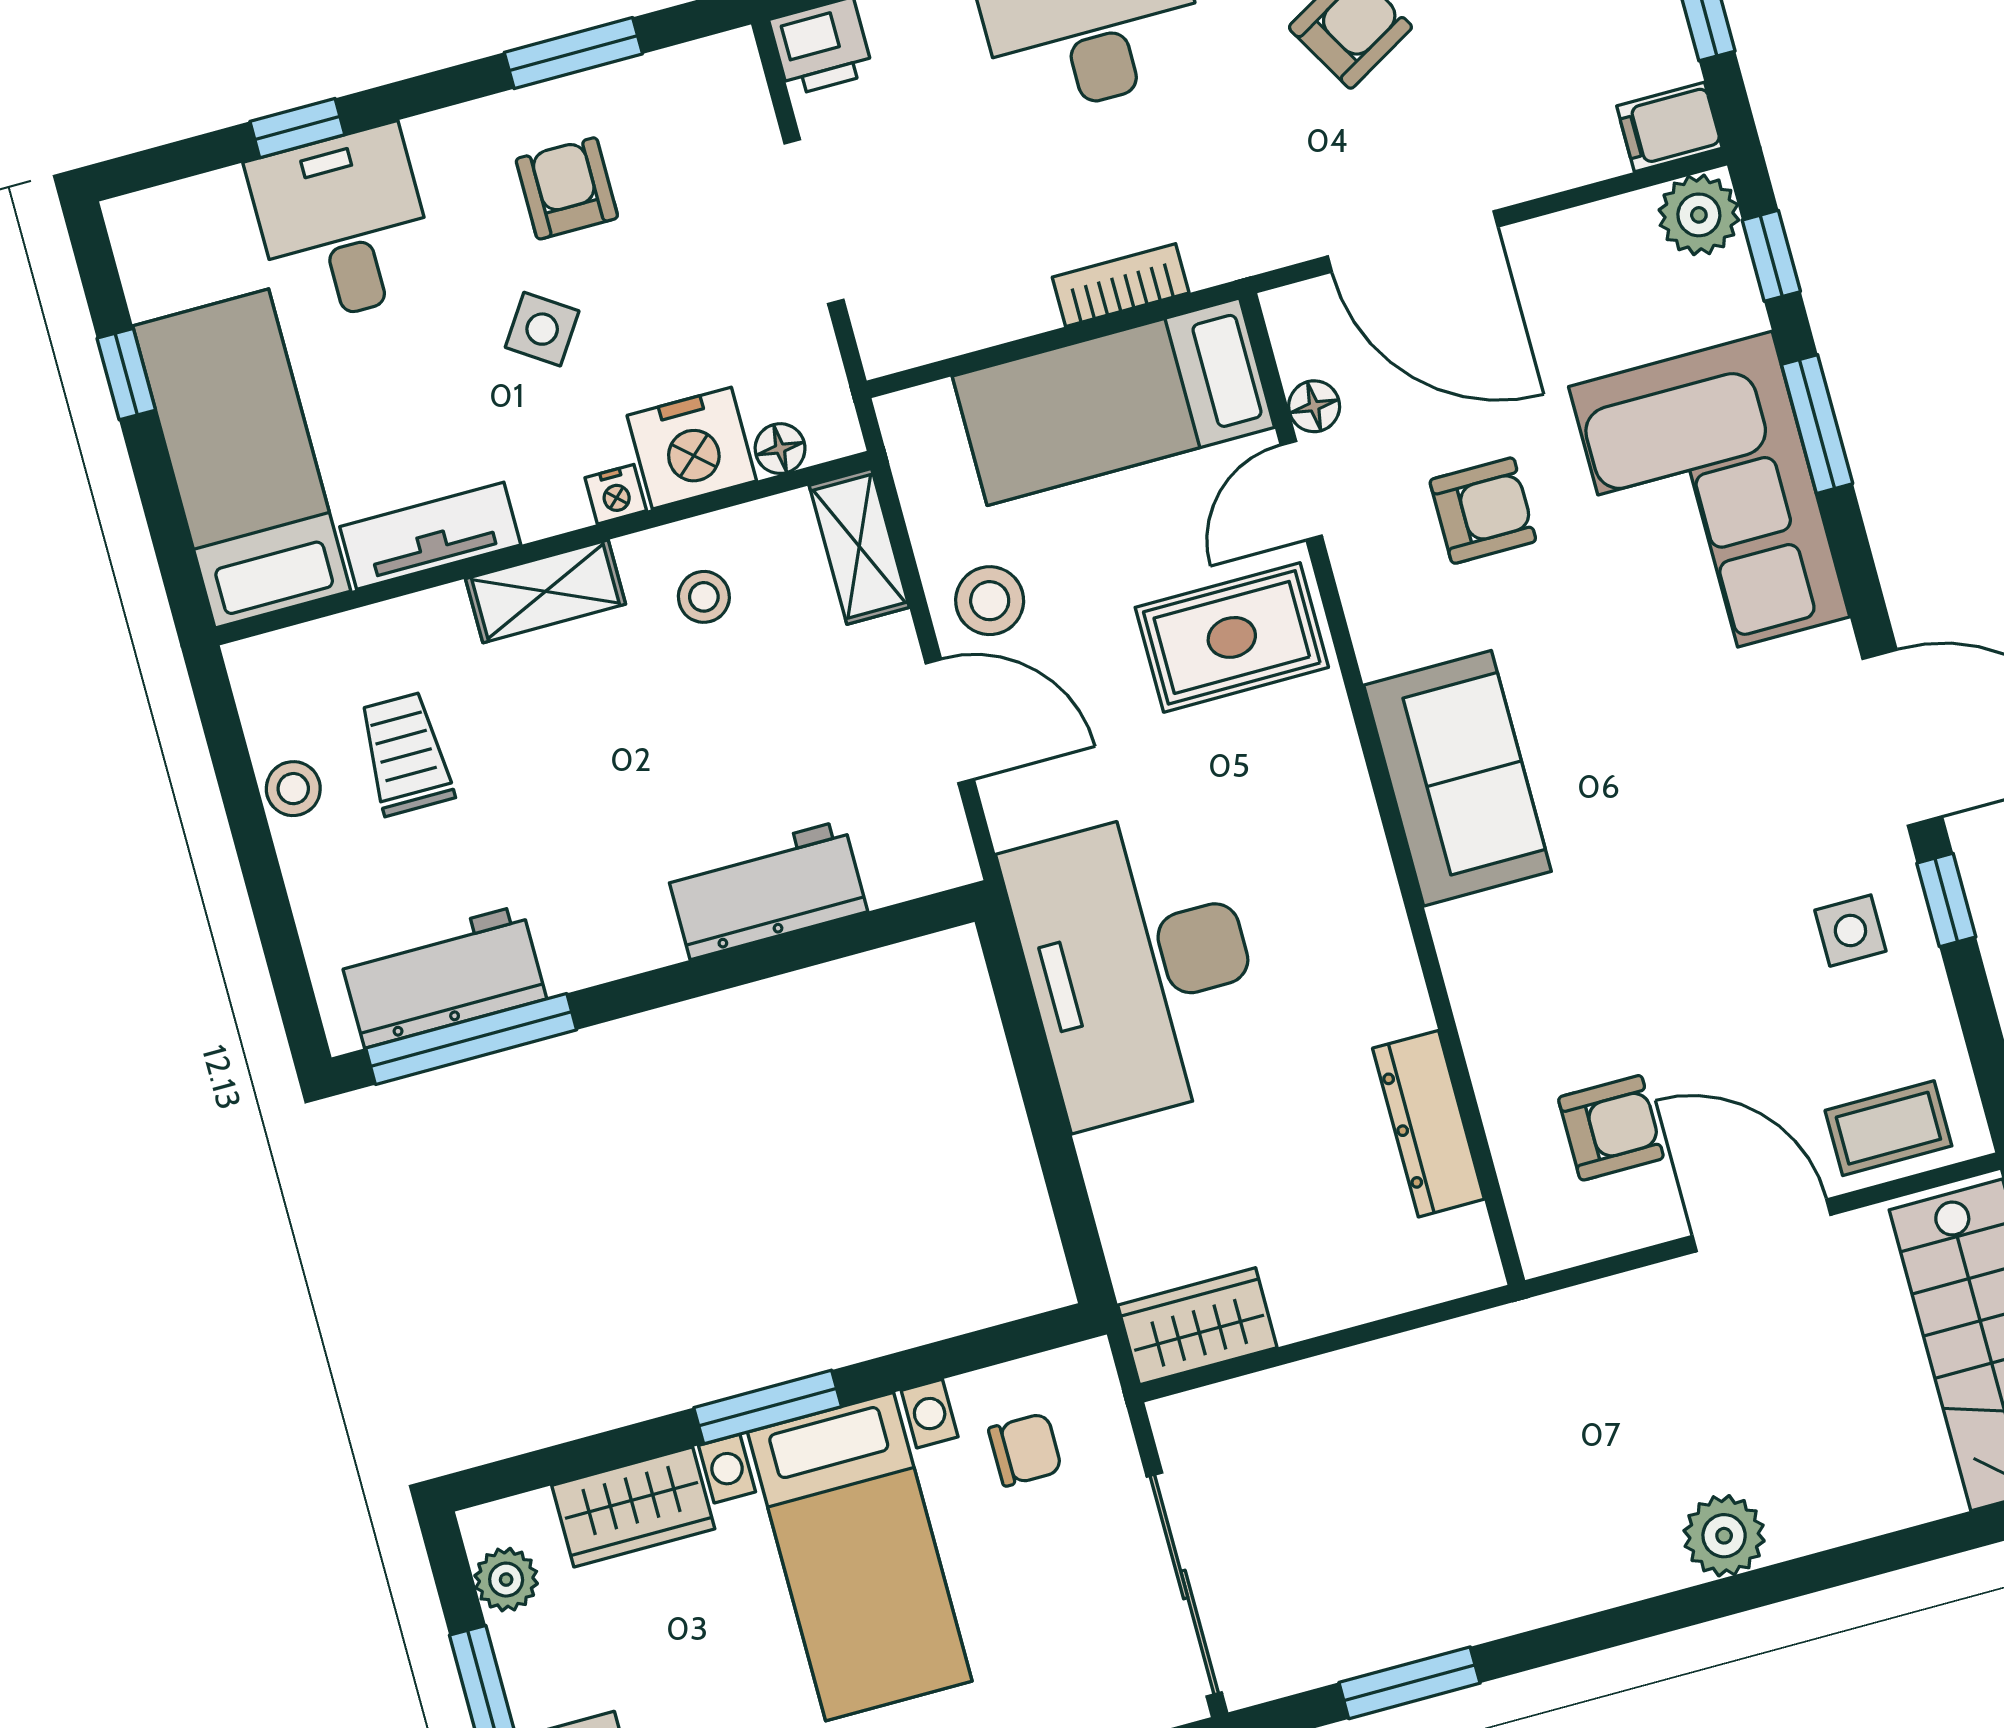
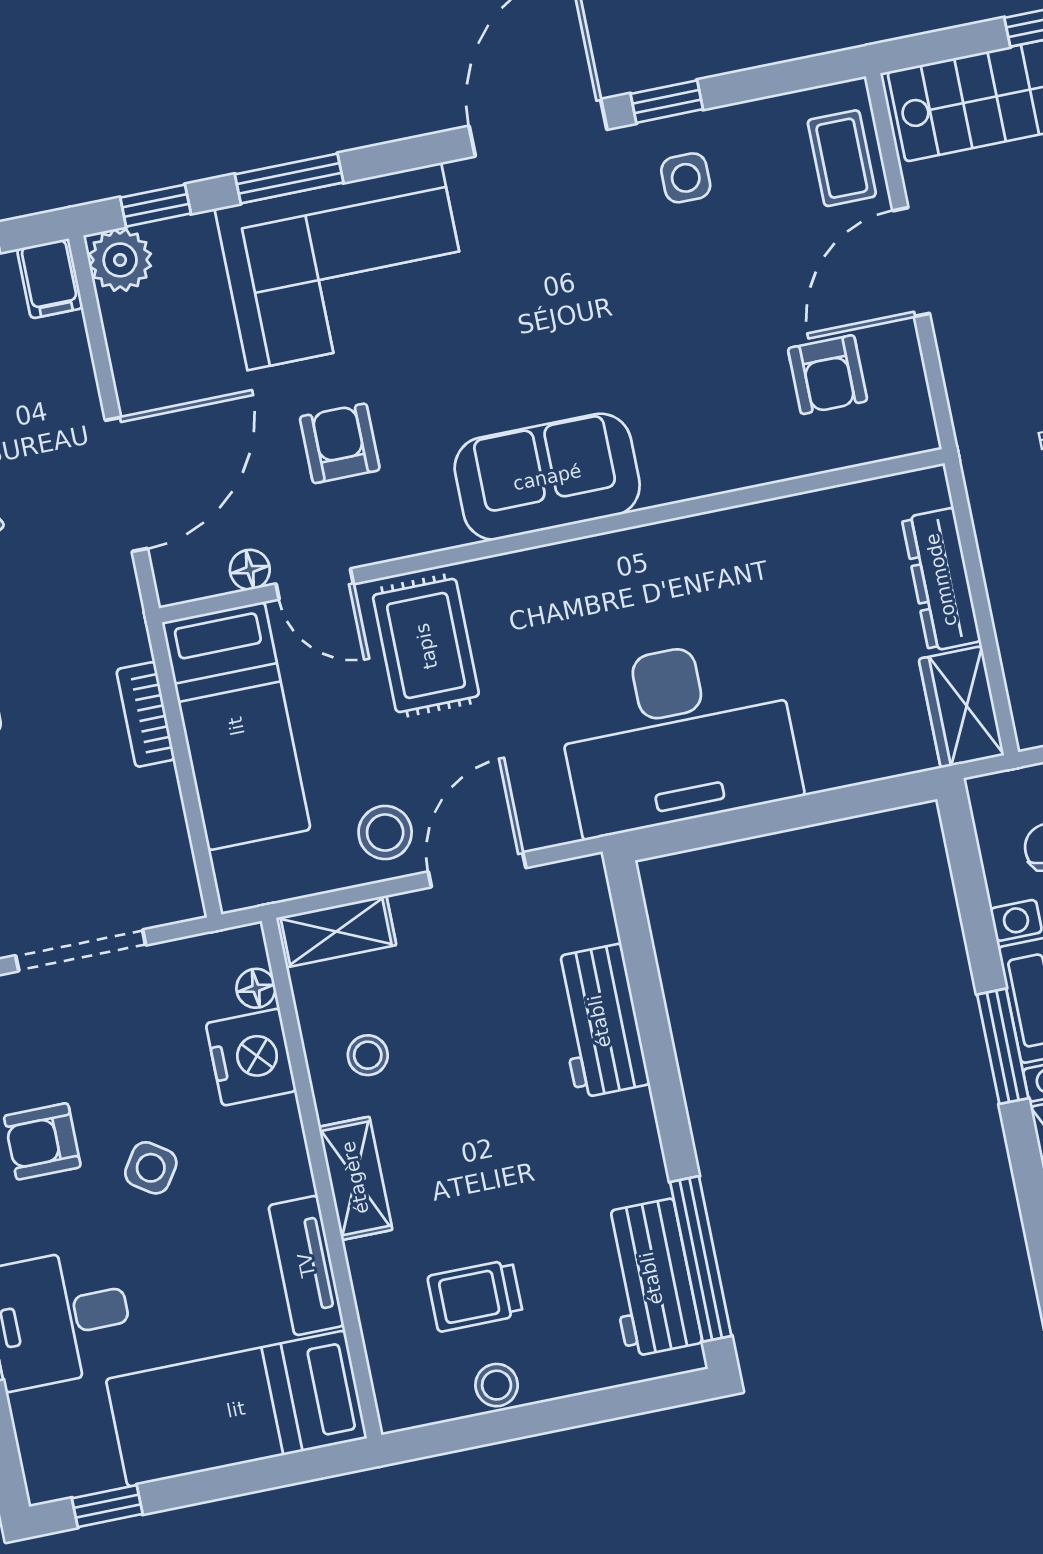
window: (126, 374) -> (107, 1506), moved
nightstand: (616, 494) -> (283, 1119), removed
dresser: (1428, 1124) -> (941, 580), moved, turned 90
armchair: (1611, 1128) -> (828, 375), turned 180

